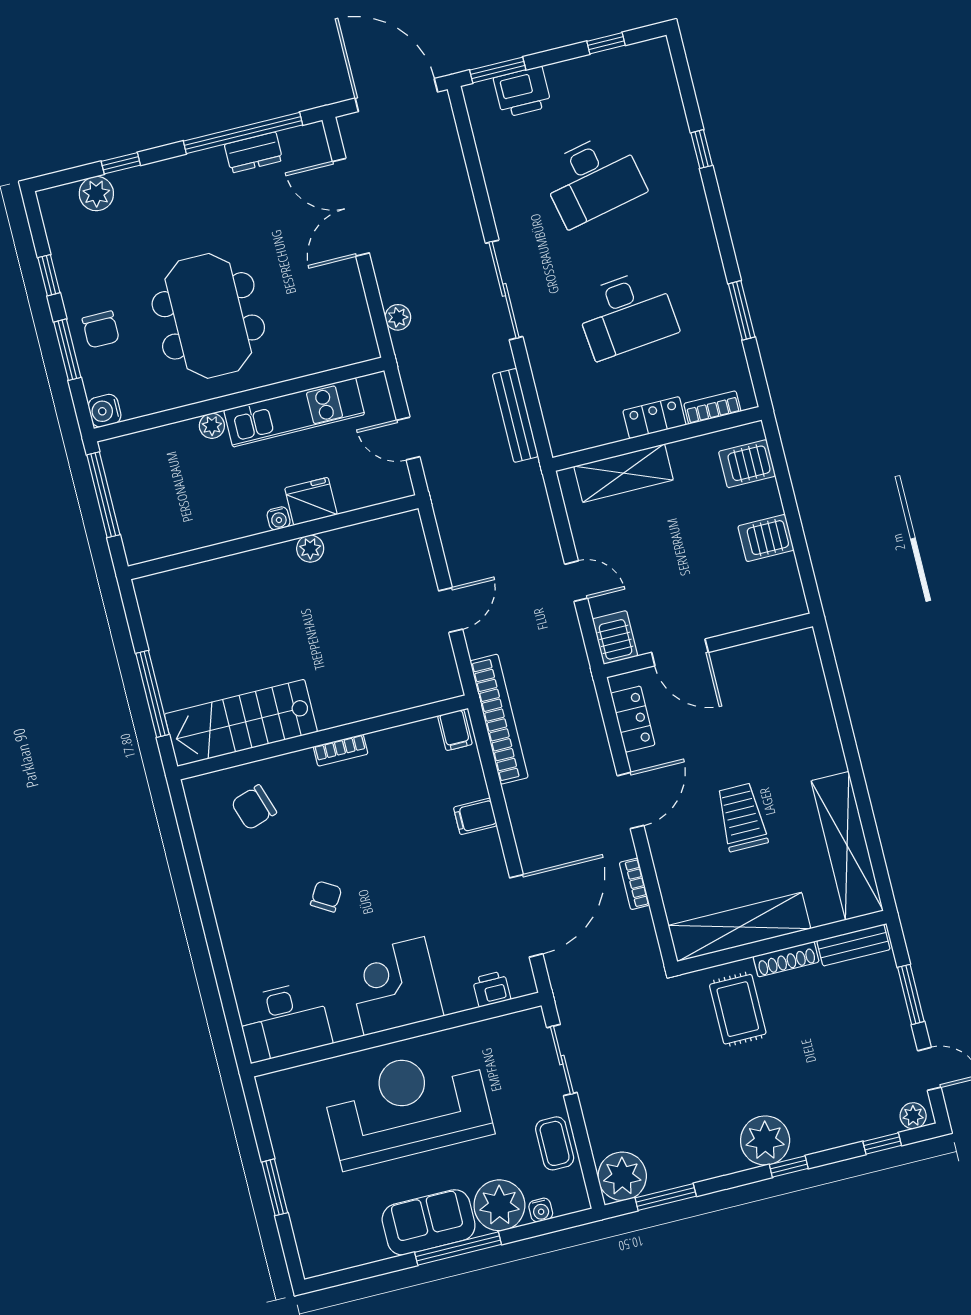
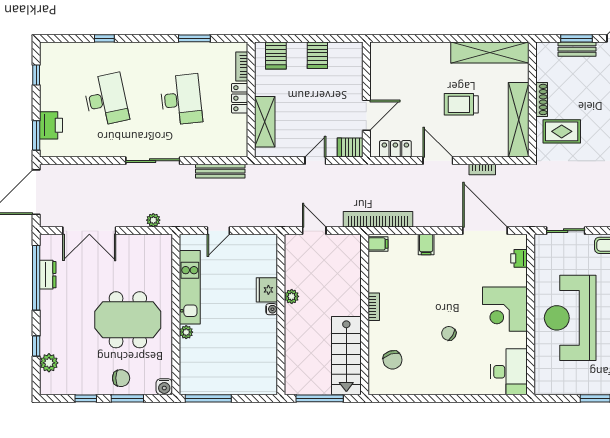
fridge: (311, 501) -> (267, 290), moved
water cooler: (279, 518) -> (272, 309), moved
wall: (273, 537) -> (281, 314), moved
plant: (310, 549) -> (292, 296), moved
bench: (853, 945) -> (577, 49), moved, turned 90

